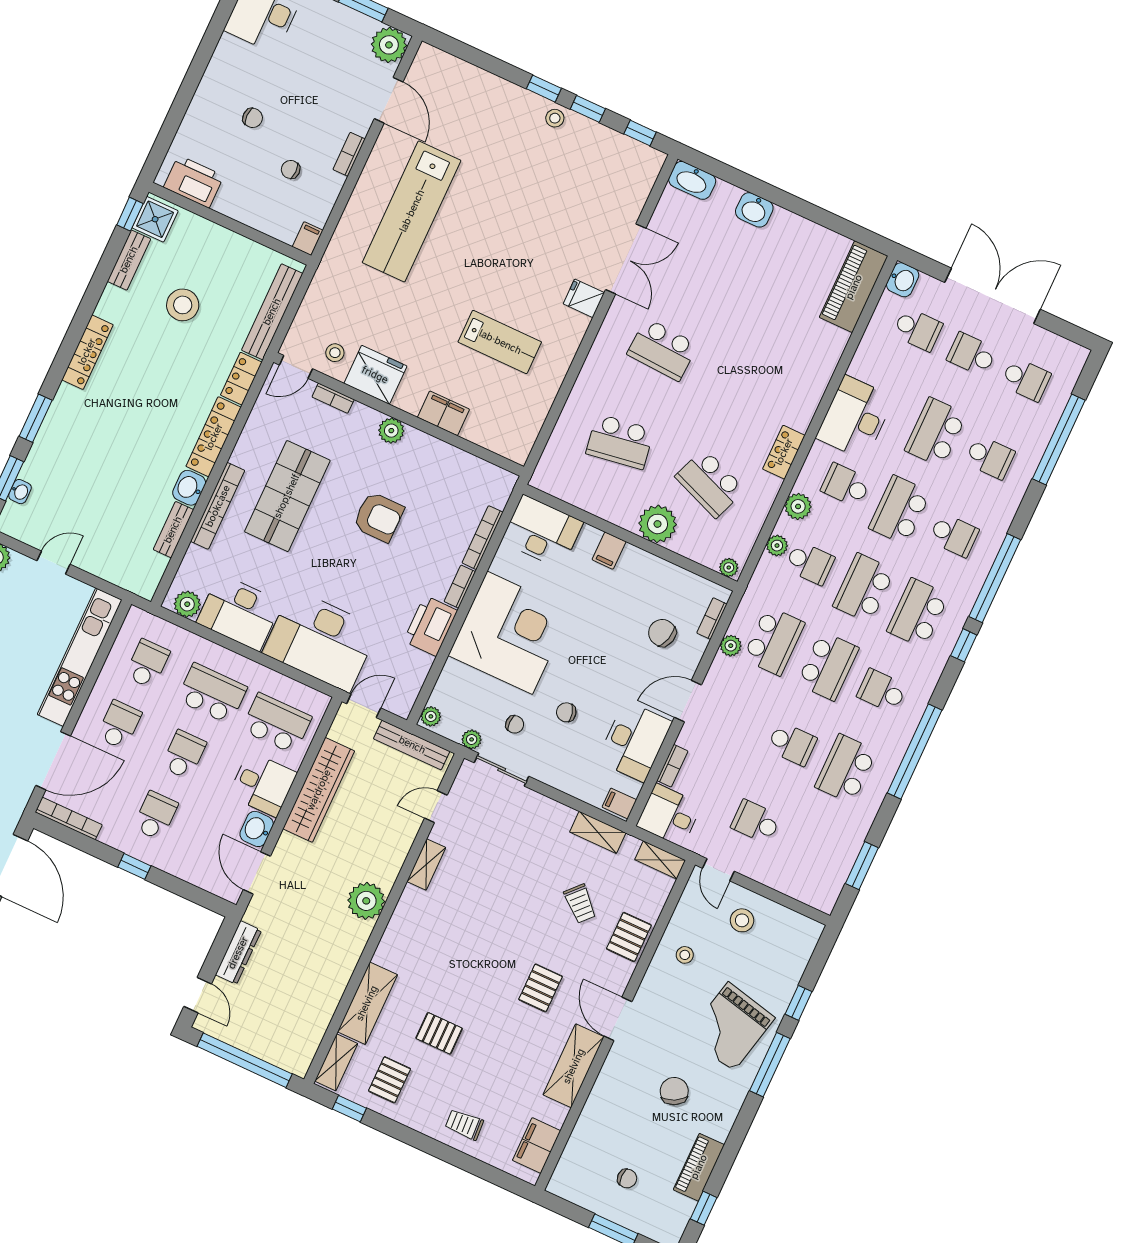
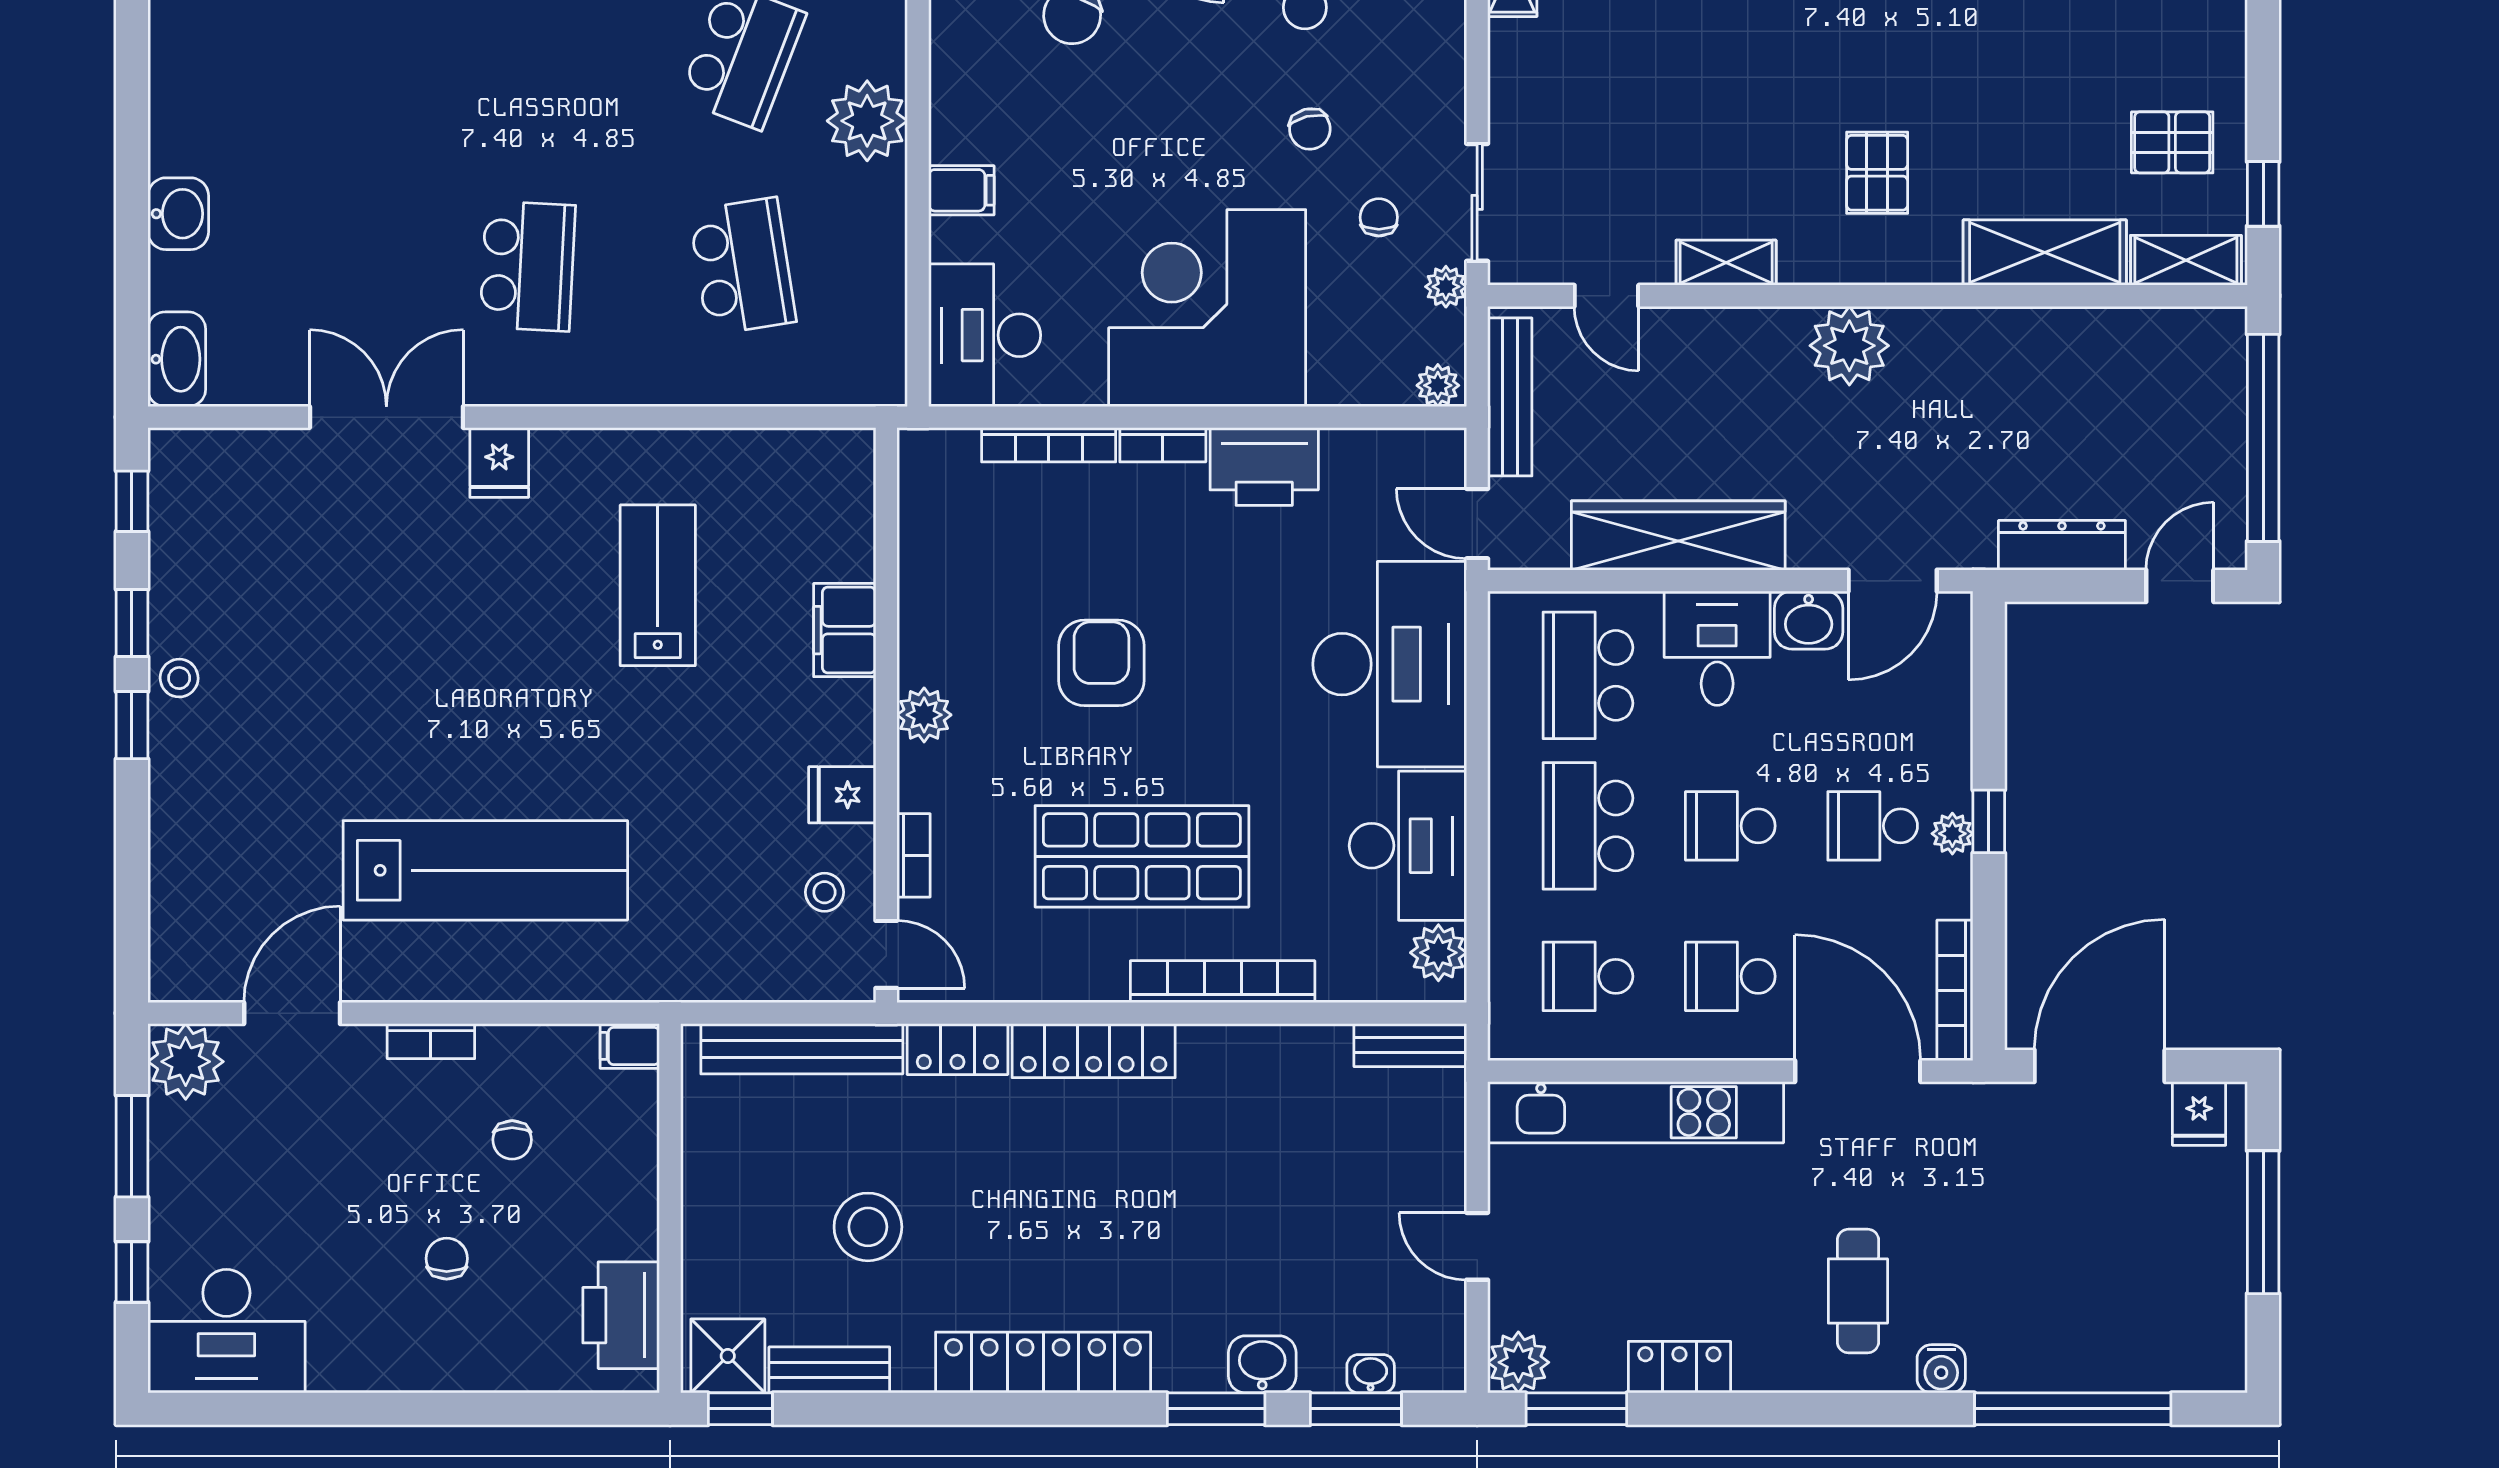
locker: (87, 352) -> (1043, 1363), width x1.41, depth x1.21
fridge: (375, 375) -> (842, 795), width x0.53, depth x0.75
washbasin: (189, 488) -> (1262, 1364), moved, turned 180
bench: (173, 530) -> (1410, 1045), moved
plant: (136, 848) -> (1952, 834), added
pallet: (439, 1033) -> (1877, 173), moved

